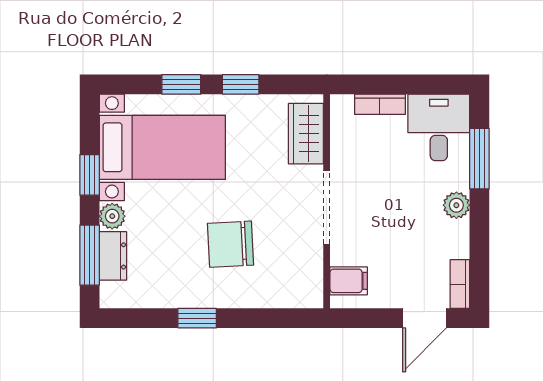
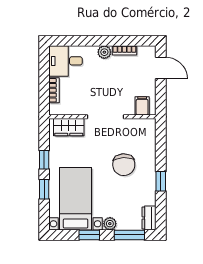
window: (479, 159) -> (81, 41), removed
dresser: (113, 256) -> (149, 218), moved, turned -90
bookcase: (460, 284) -> (124, 50), moved

